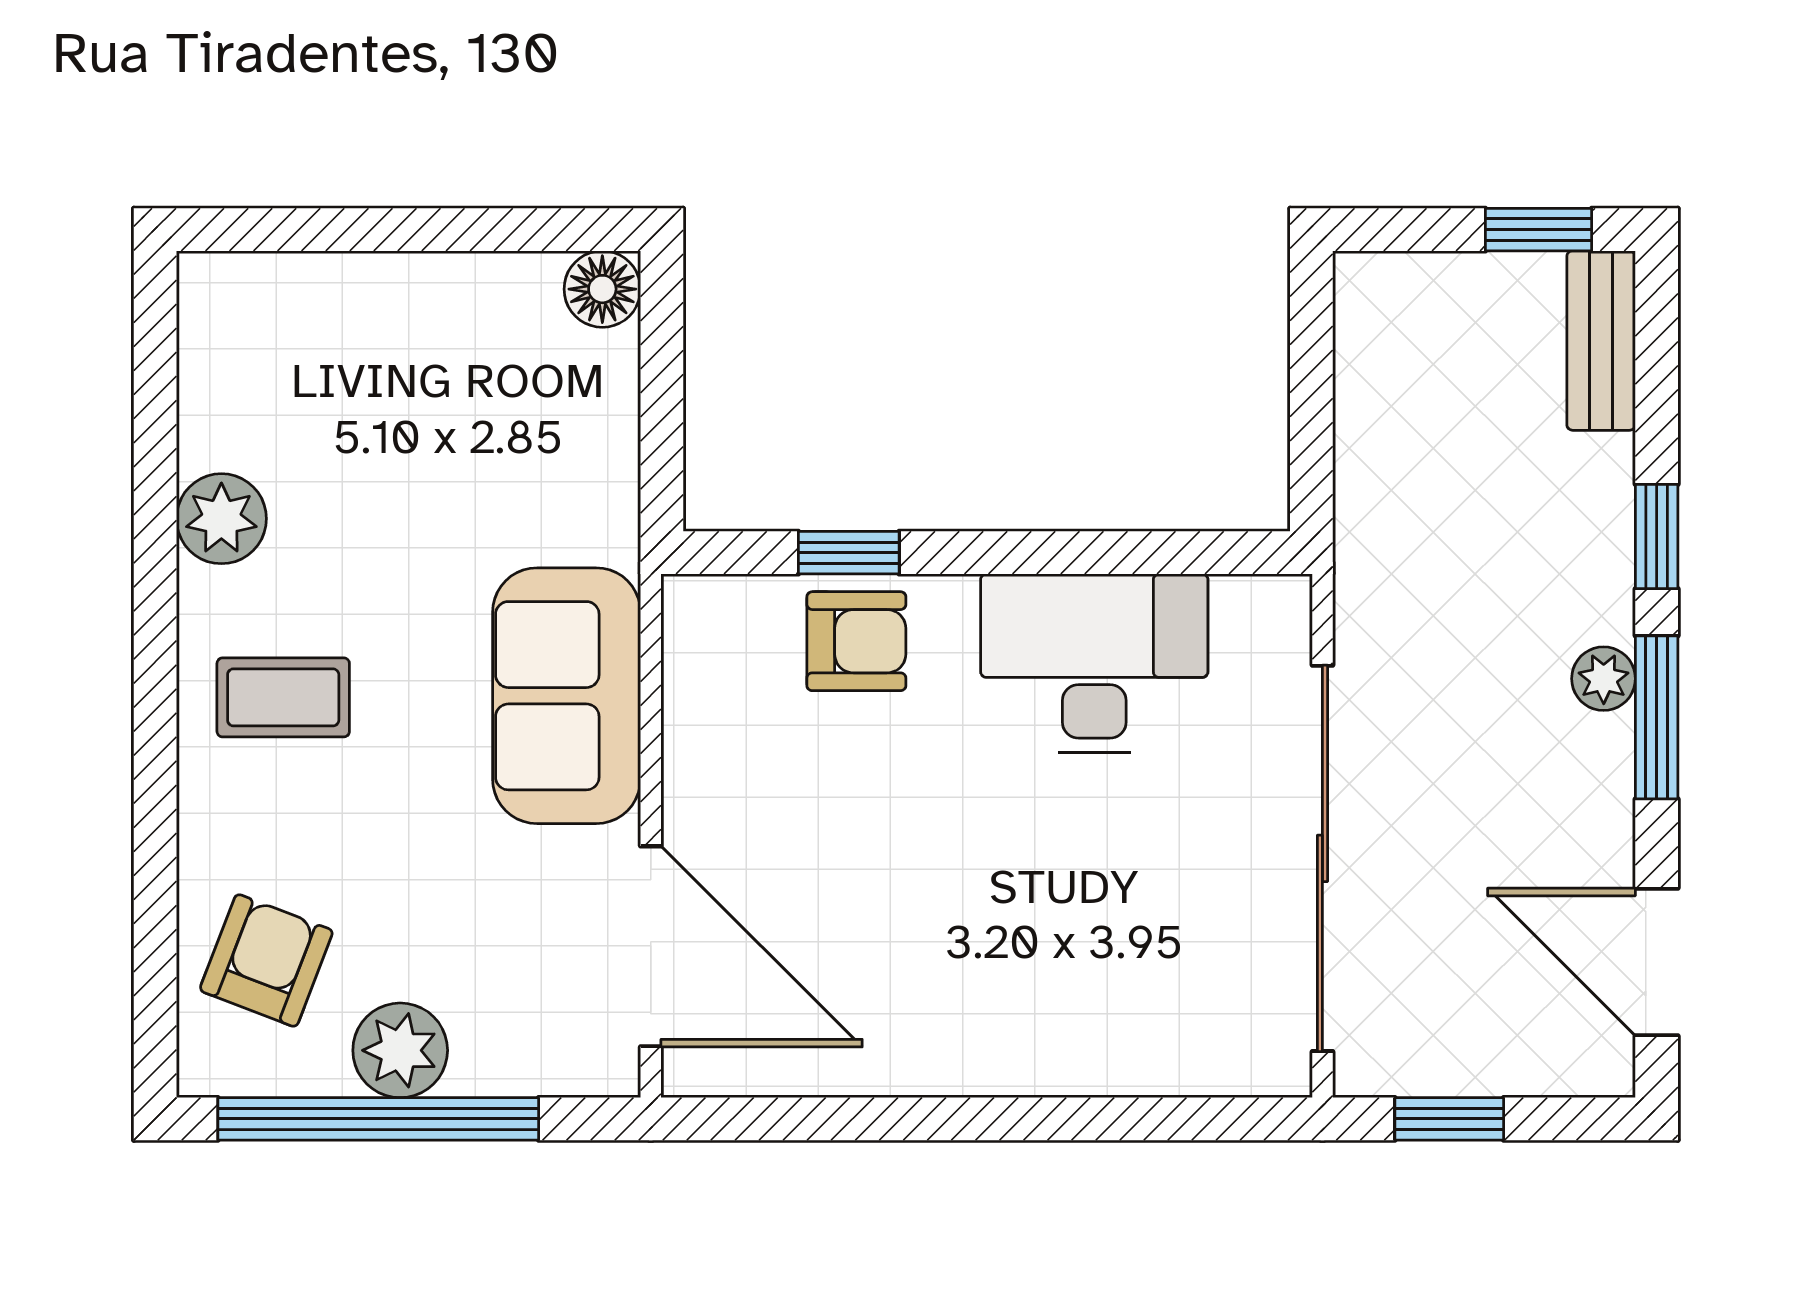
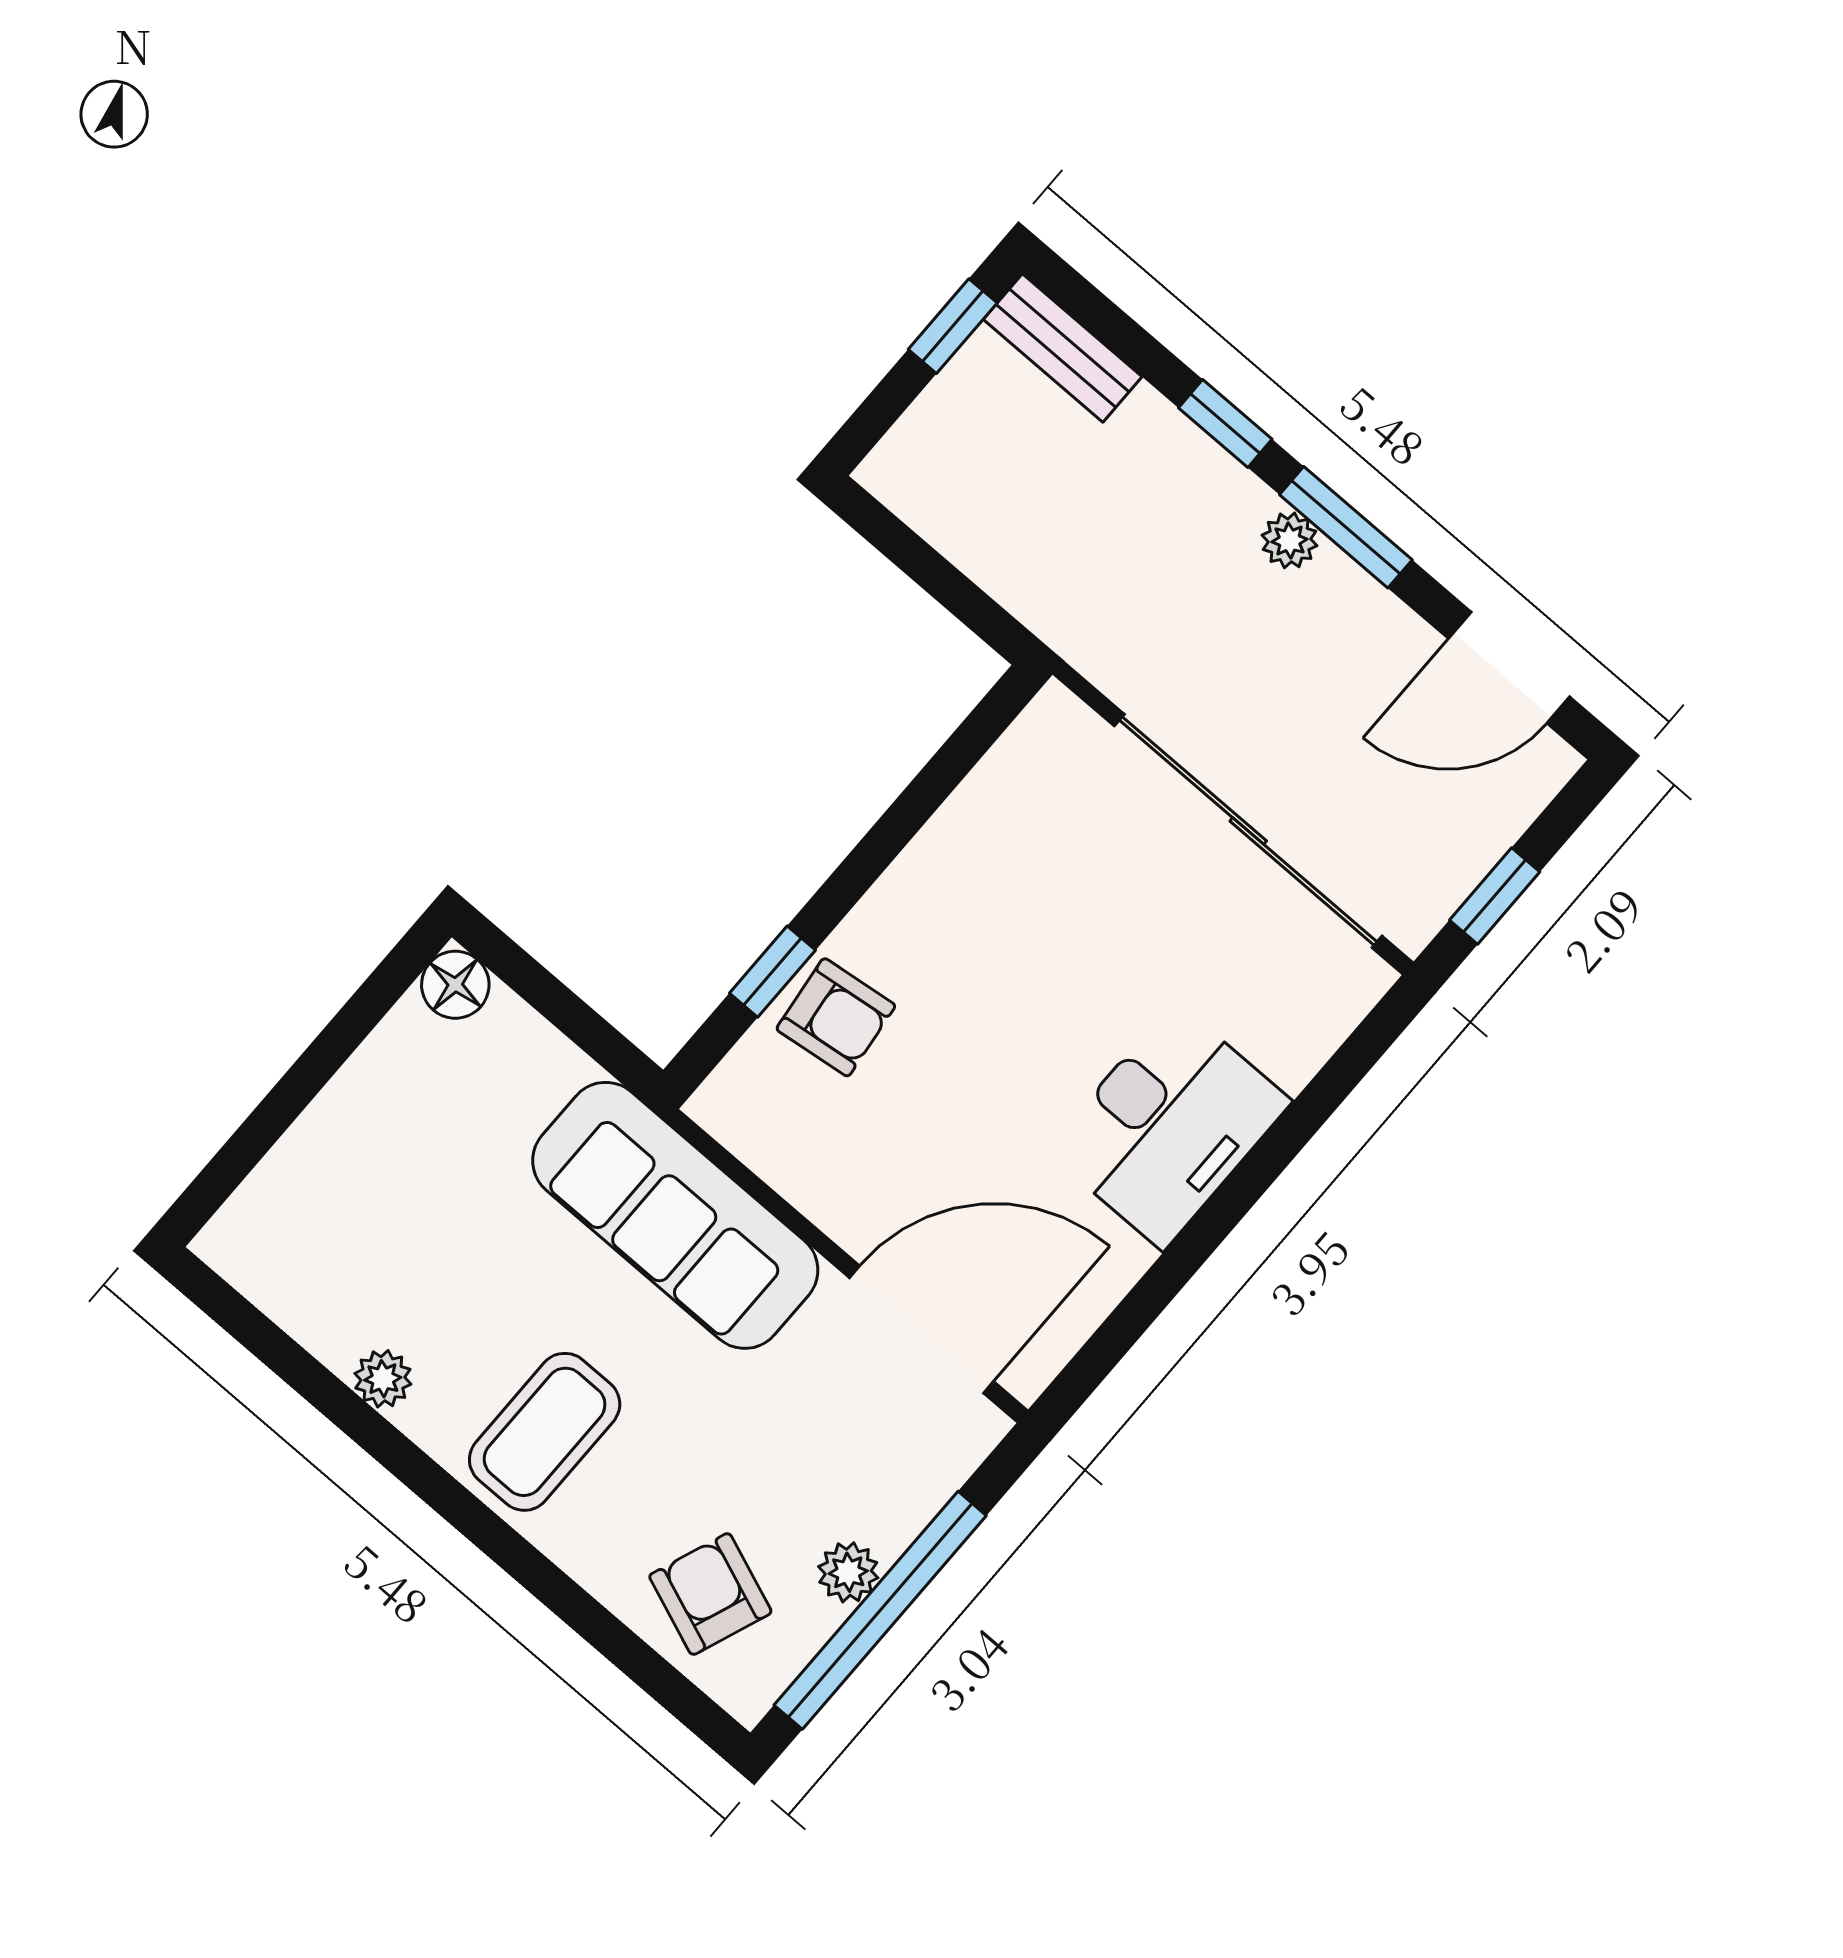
plant: (221, 519) -> (383, 1379), width x0.73, depth x0.73
armchair: (856, 641) -> (836, 1017), turned 83
desk: (1094, 663) -> (1169, 1126), moved, turned 180
sofa: (567, 696) -> (675, 1215), width x1.36
coffee table: (283, 697) -> (545, 1432), width x1.36, depth x1.30
plant: (400, 1050) -> (848, 1572), width x0.73, depth x0.73

